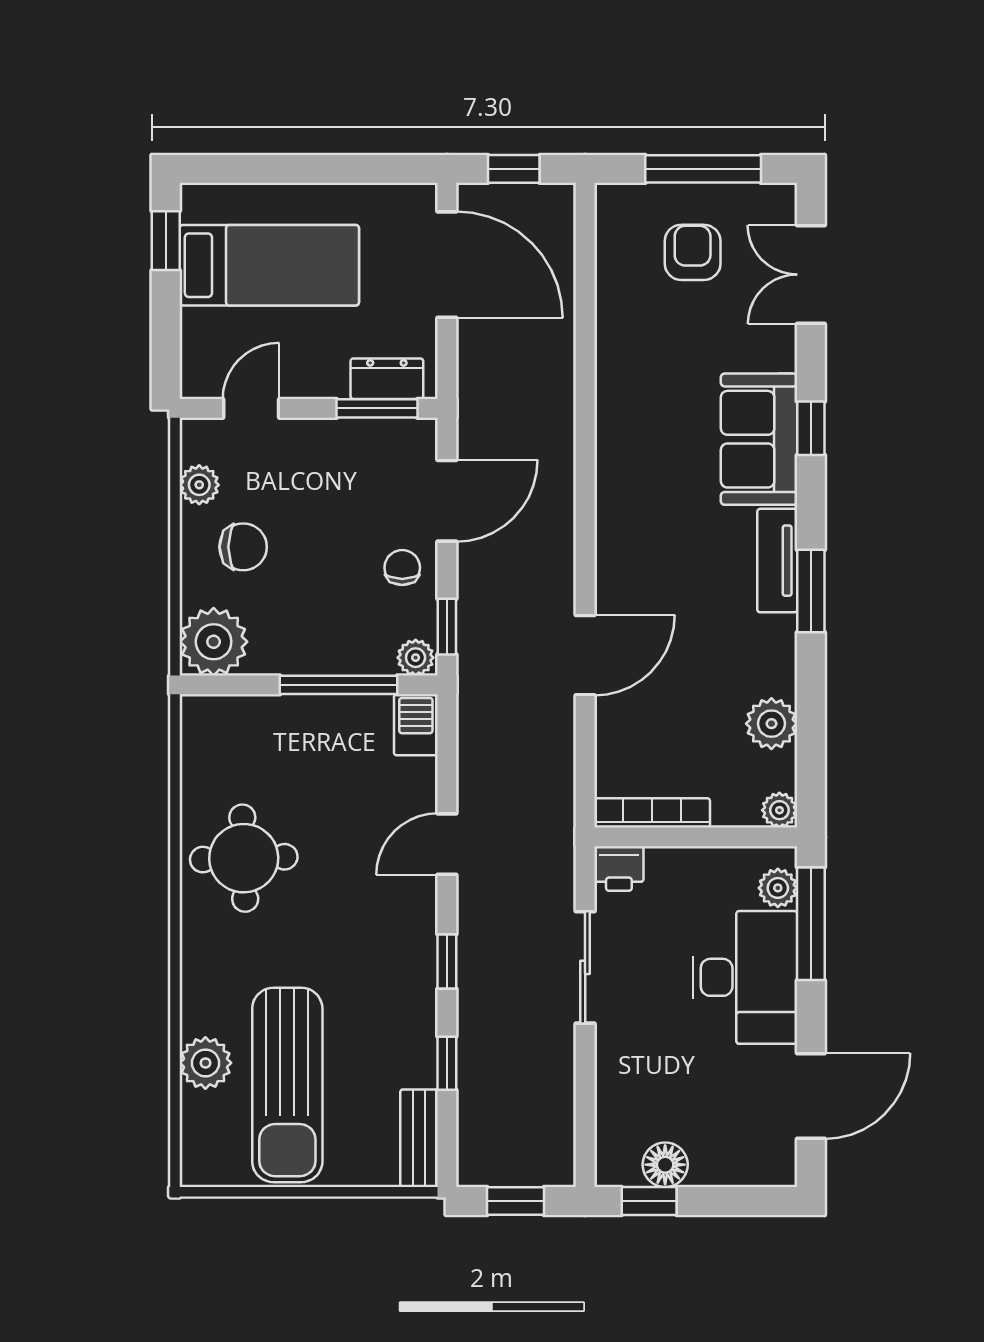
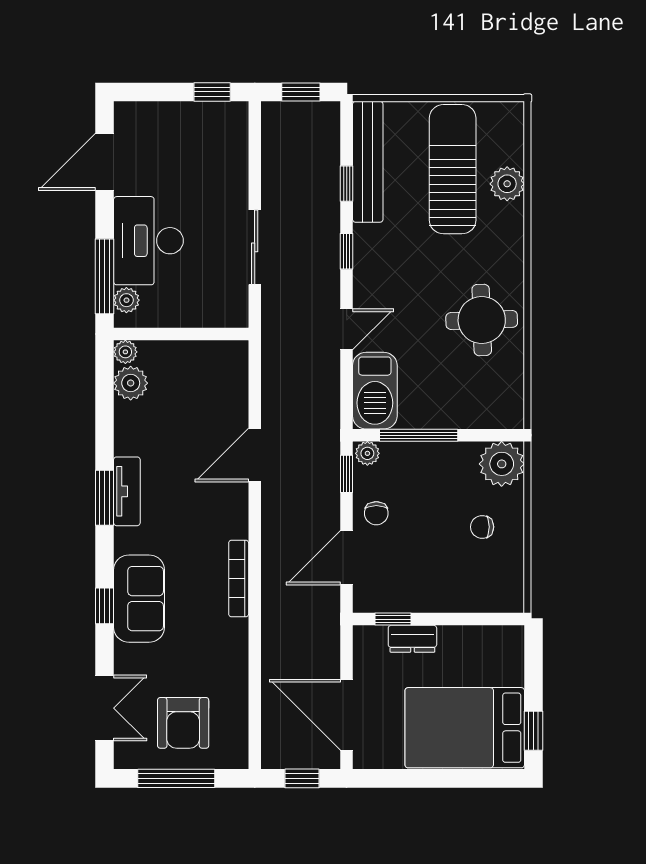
armchair: (693, 252) -> (183, 723), width x1.38, depth x1.38
bed: (269, 265) -> (465, 728), width x1.50
dresser: (387, 379) -> (412, 639), moved
door: (251, 408) -> (477, 619), removed
window: (377, 408) -> (393, 619), width x0.67
plant: (199, 485) -> (511, 568), removed
chair: (243, 547) -> (482, 527), width x0.73, depth x0.73
tv unit: (777, 561) -> (127, 491), moved
plant: (771, 724) -> (131, 383), moved
barbecue: (416, 725) -> (375, 391), width x1.88, depth x1.53
bookcase: (652, 813) -> (239, 578), moved, turned 90
printer: (619, 869) -> (232, 313), removed
bench: (419, 1138) -> (368, 162), width x1.86, depth x1.21
floor lamp: (665, 1165) -> (201, 116), removed

